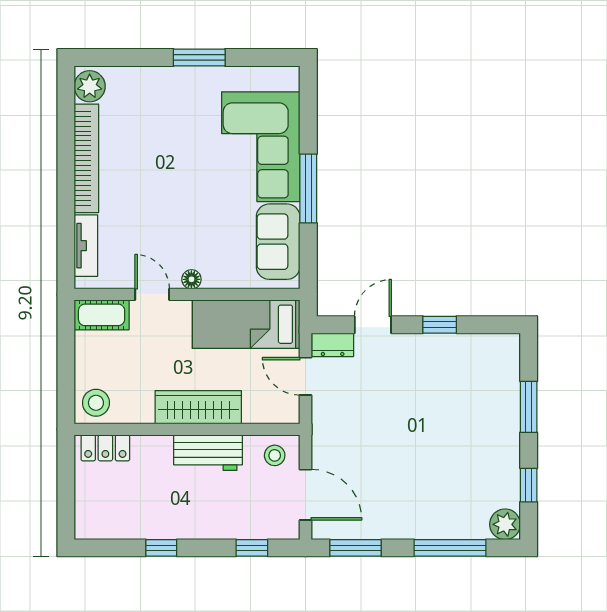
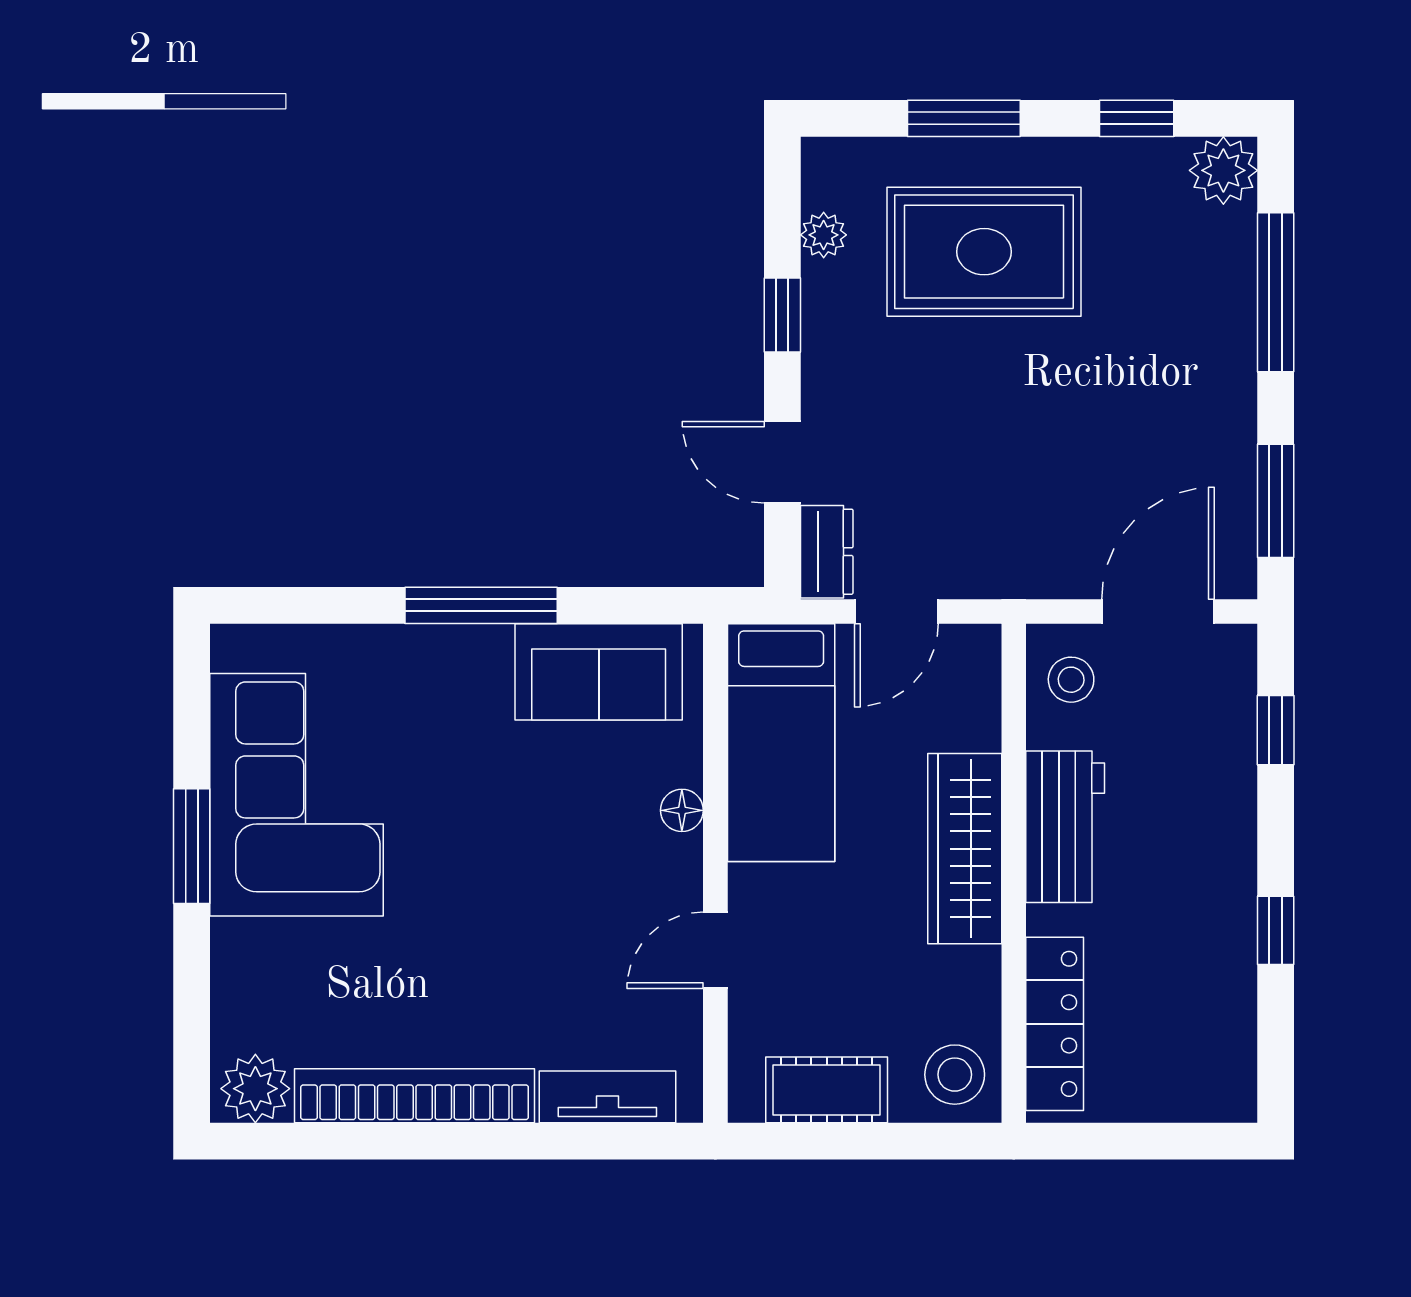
corner sofa: (261, 147) -> (297, 795), moved, turned -90
floor lamp: (191, 279) -> (682, 810), moved
cot: (102, 315) -> (827, 1090), moved, turned 90
plant: (476, 343) -> (824, 235), added
rug: (468, 416) -> (984, 252), added
locker: (105, 448) -> (1055, 1024), width x1.53

